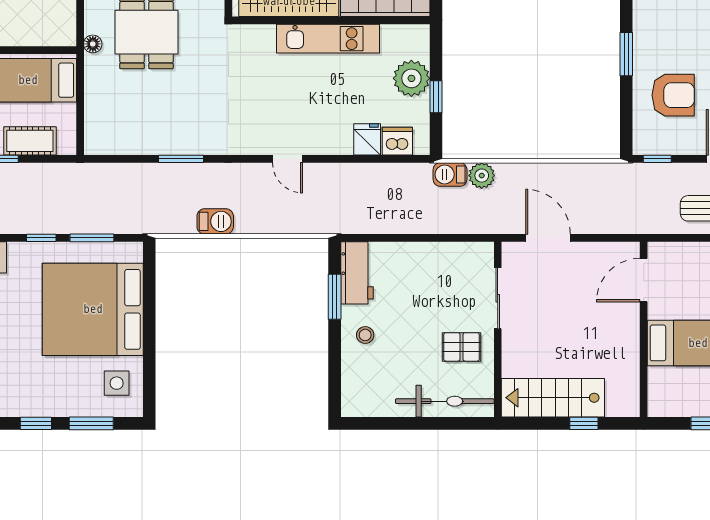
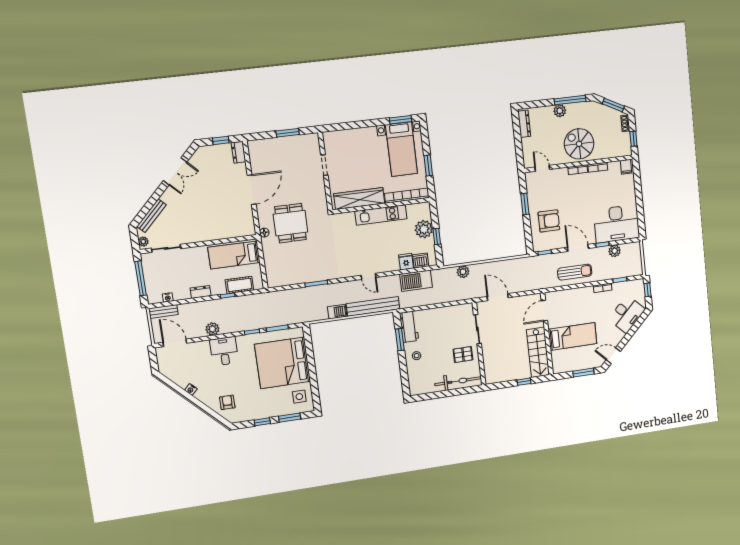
barbecue: (450, 174) -> (416, 281), moved, width x1.88, depth x1.53
bench: (289, 221) -> (373, 306), added
stairs: (553, 398) -> (538, 352), moved, turned -90

